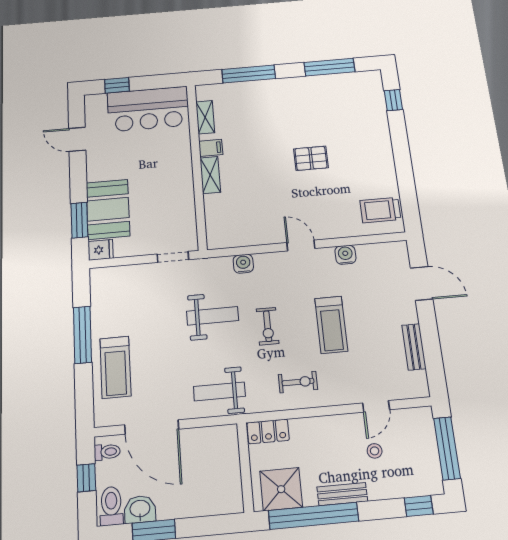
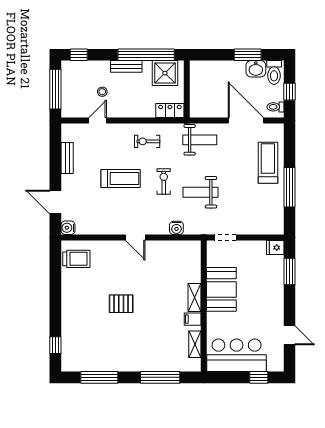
booth: (108, 209) -> (221, 289), moved
water cooler: (345, 255) -> (68, 228), moved, turned 90
treadmill: (331, 325) -> (121, 179), turned 90

